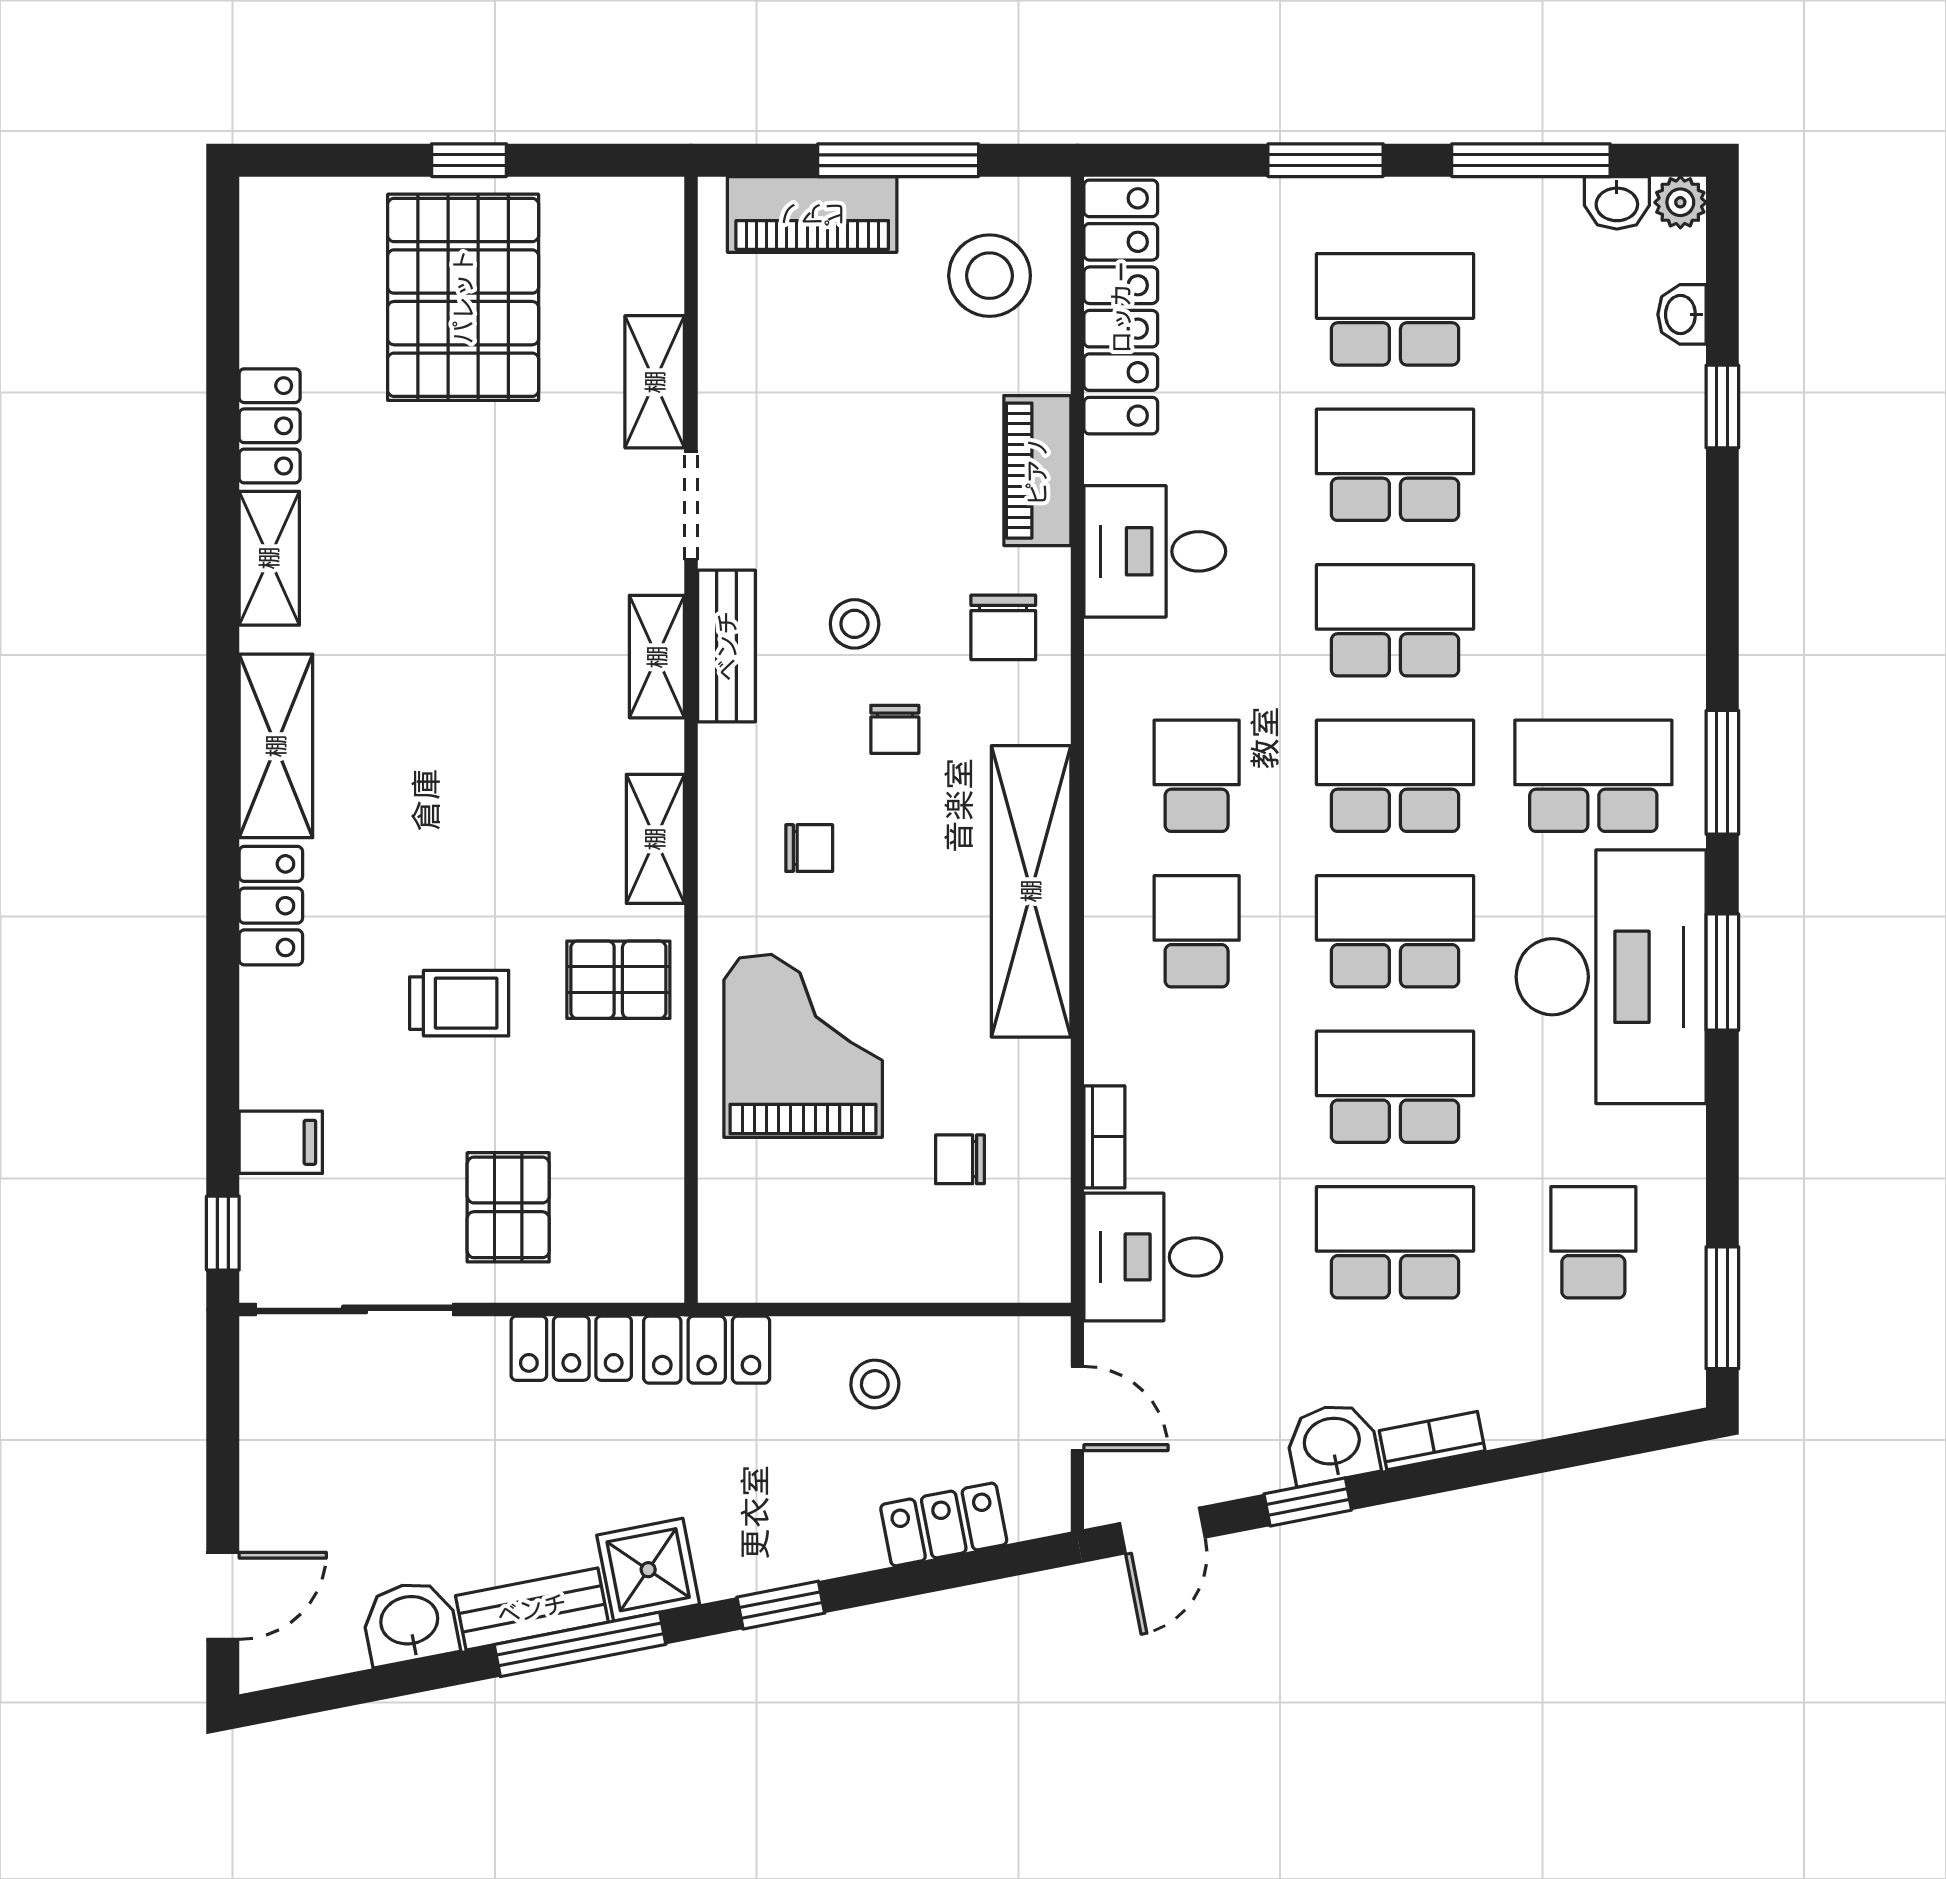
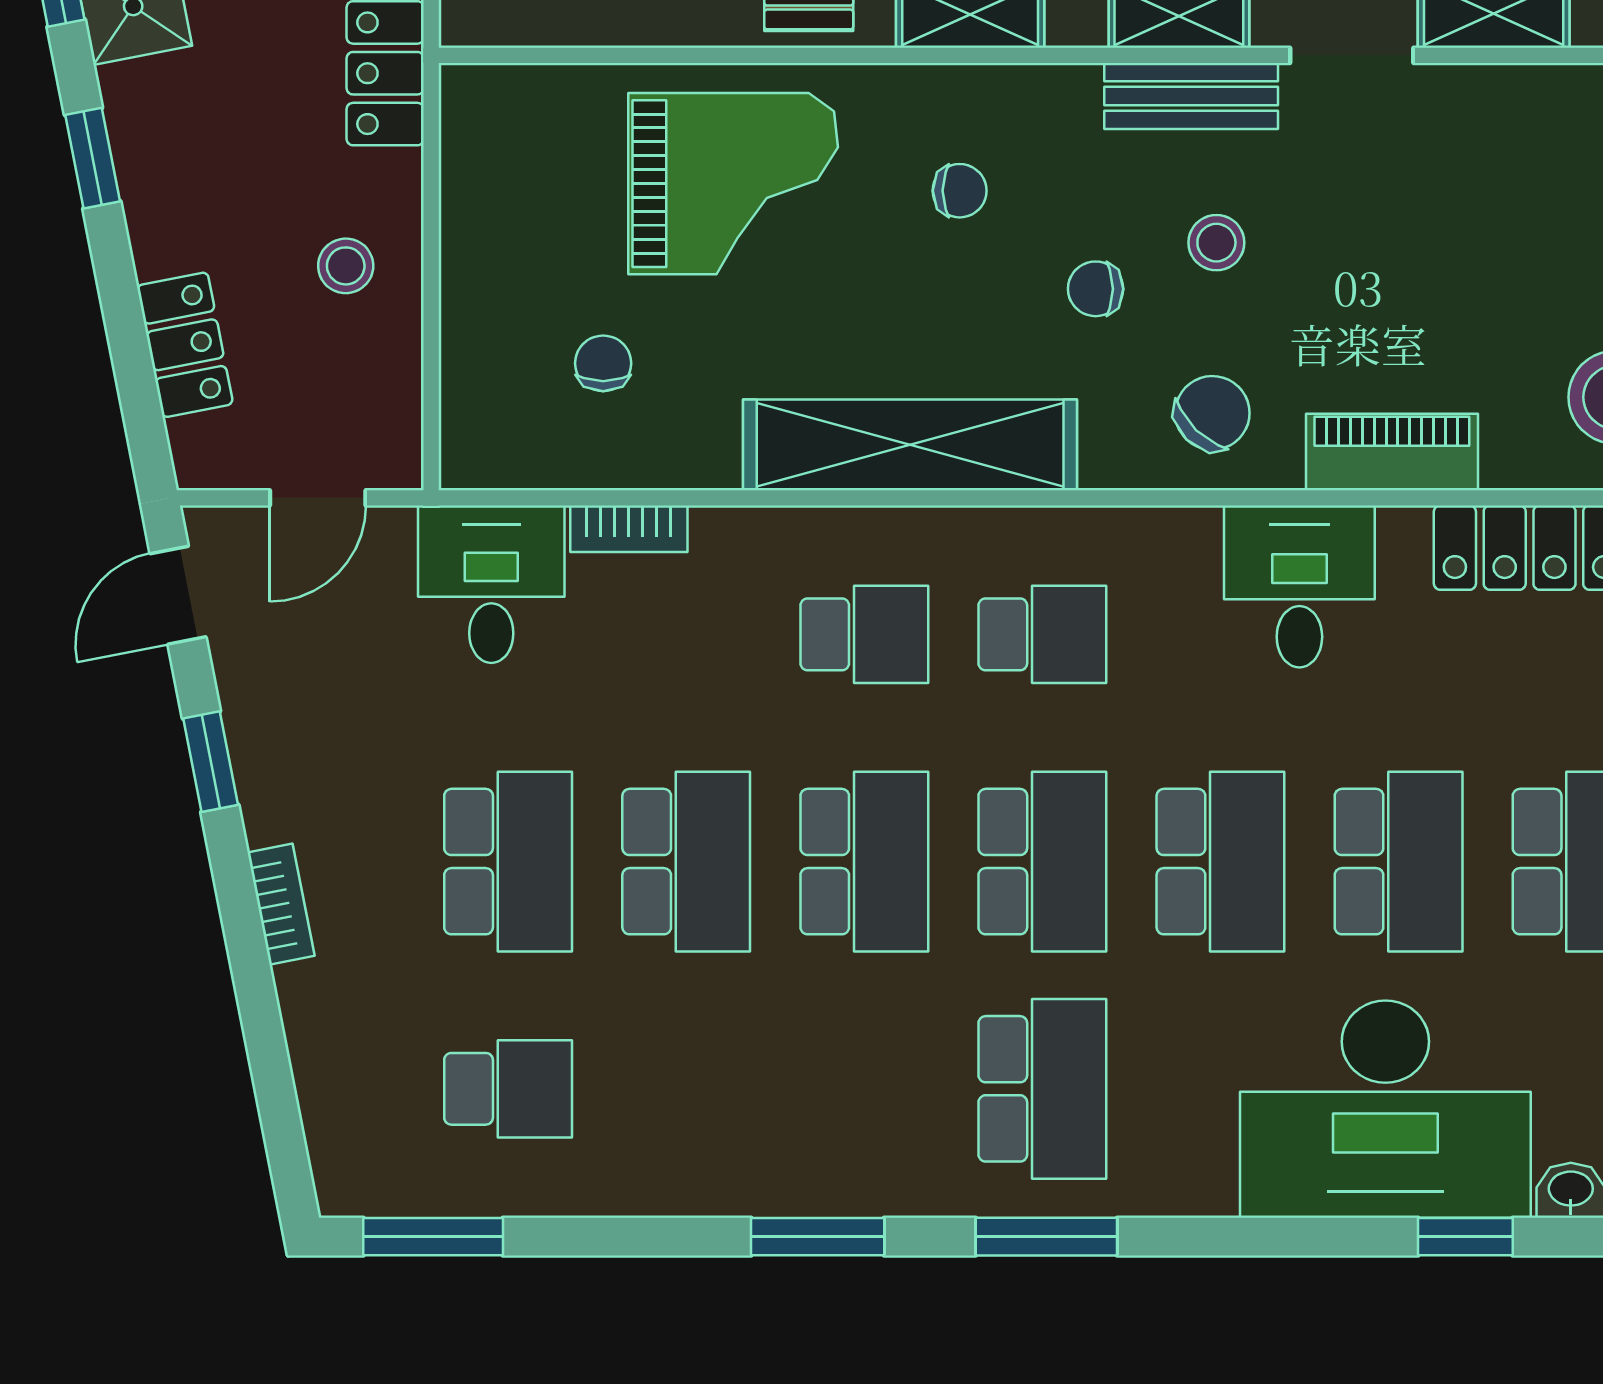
chair: (1003, 627) -> (1212, 413), turned 134
chair: (809, 848) -> (960, 191), turned -90
desk: (1611, 977) -> (1385, 1109), moved
washbasin: (1332, 1443) -> (278, 790), removed
door: (1162, 1530) -> (178, 595), hinge flipped

